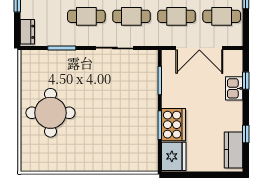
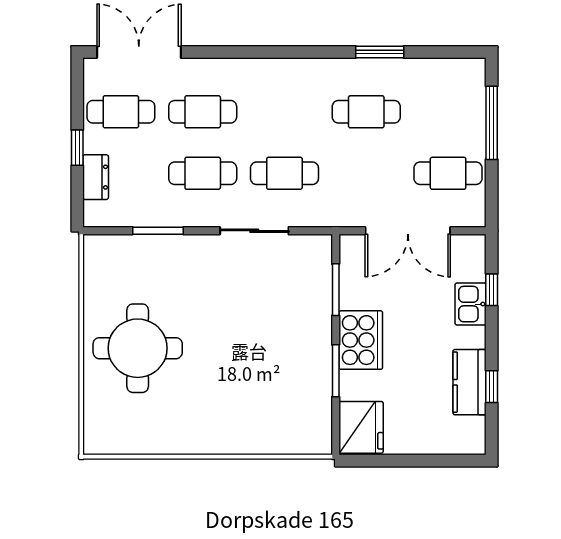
cafe table: (177, 16) -> (366, 173), removed
dresser: (27, 32) -> (96, 177), moved
cooker: (174, 125) -> (361, 340), moved
kitchen counter: (233, 150) -> (470, 382), moved

